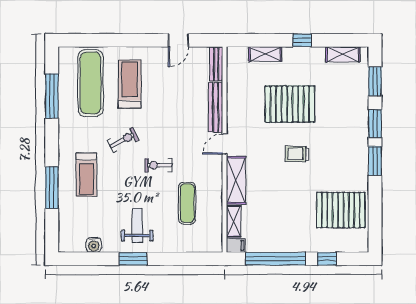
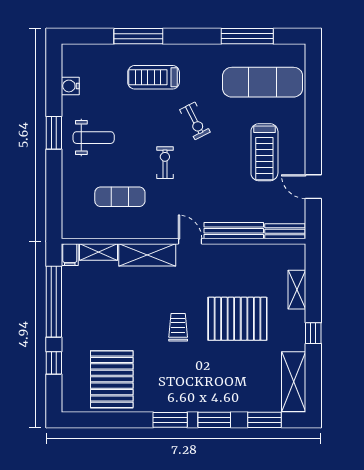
shelving: (343, 54) -> (294, 382), width x1.50, depth x1.33
treadmill: (130, 84) -> (264, 152), moved, turned 90
pallet: (290, 104) -> (237, 319), turned 90

